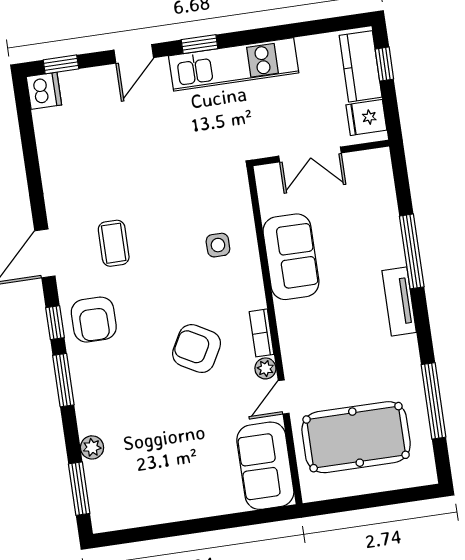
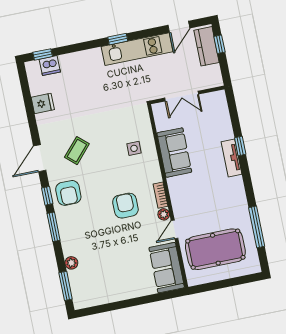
door: (134, 54) -> (179, 27), moved
dishwasher: (44, 91) -> (50, 66), moved, turned 90
fridge: (366, 117) -> (43, 103), moved, turned 180
coffee table: (114, 243) -> (77, 151), turned 42
window: (412, 251) -> (240, 146), width x0.46
tv unit: (399, 302) -> (232, 158), moved
armchair: (197, 349) -> (125, 206), turned 61

